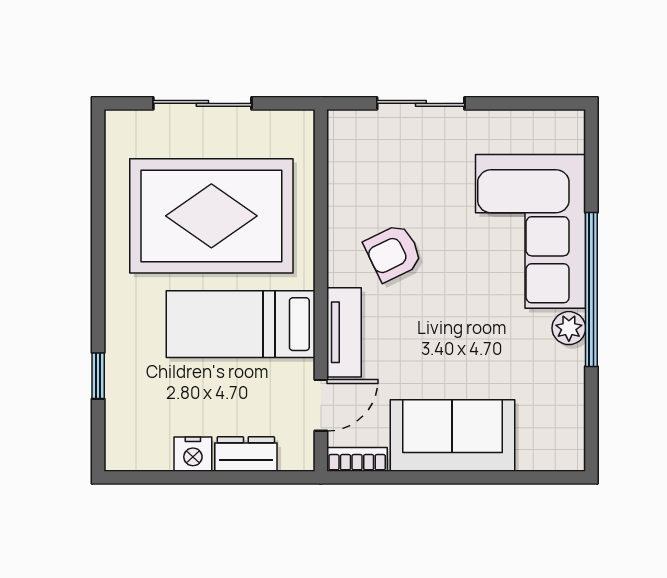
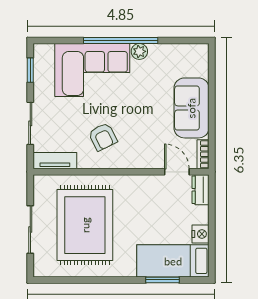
window: (530, 103) -> (30, 70), added
bed: (241, 324) -> (173, 261), moved, turned 90
tv unit: (344, 332) -> (55, 161), moved
window: (98, 376) -> (163, 280), width x1.50
dresser: (246, 454) -> (200, 190), moved

